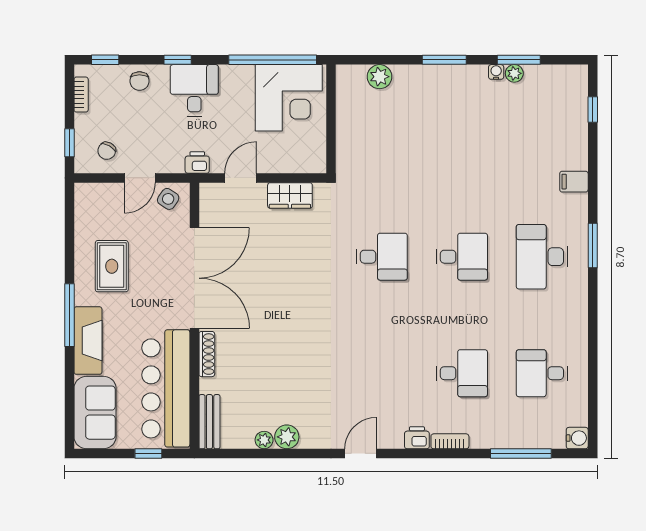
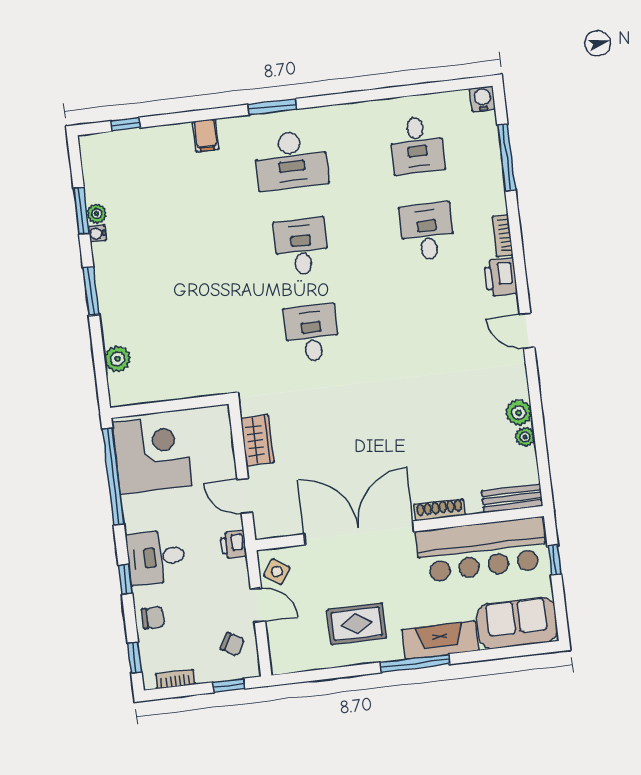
printer: (417, 438) -> (500, 277), width x1.36, depth x1.24

